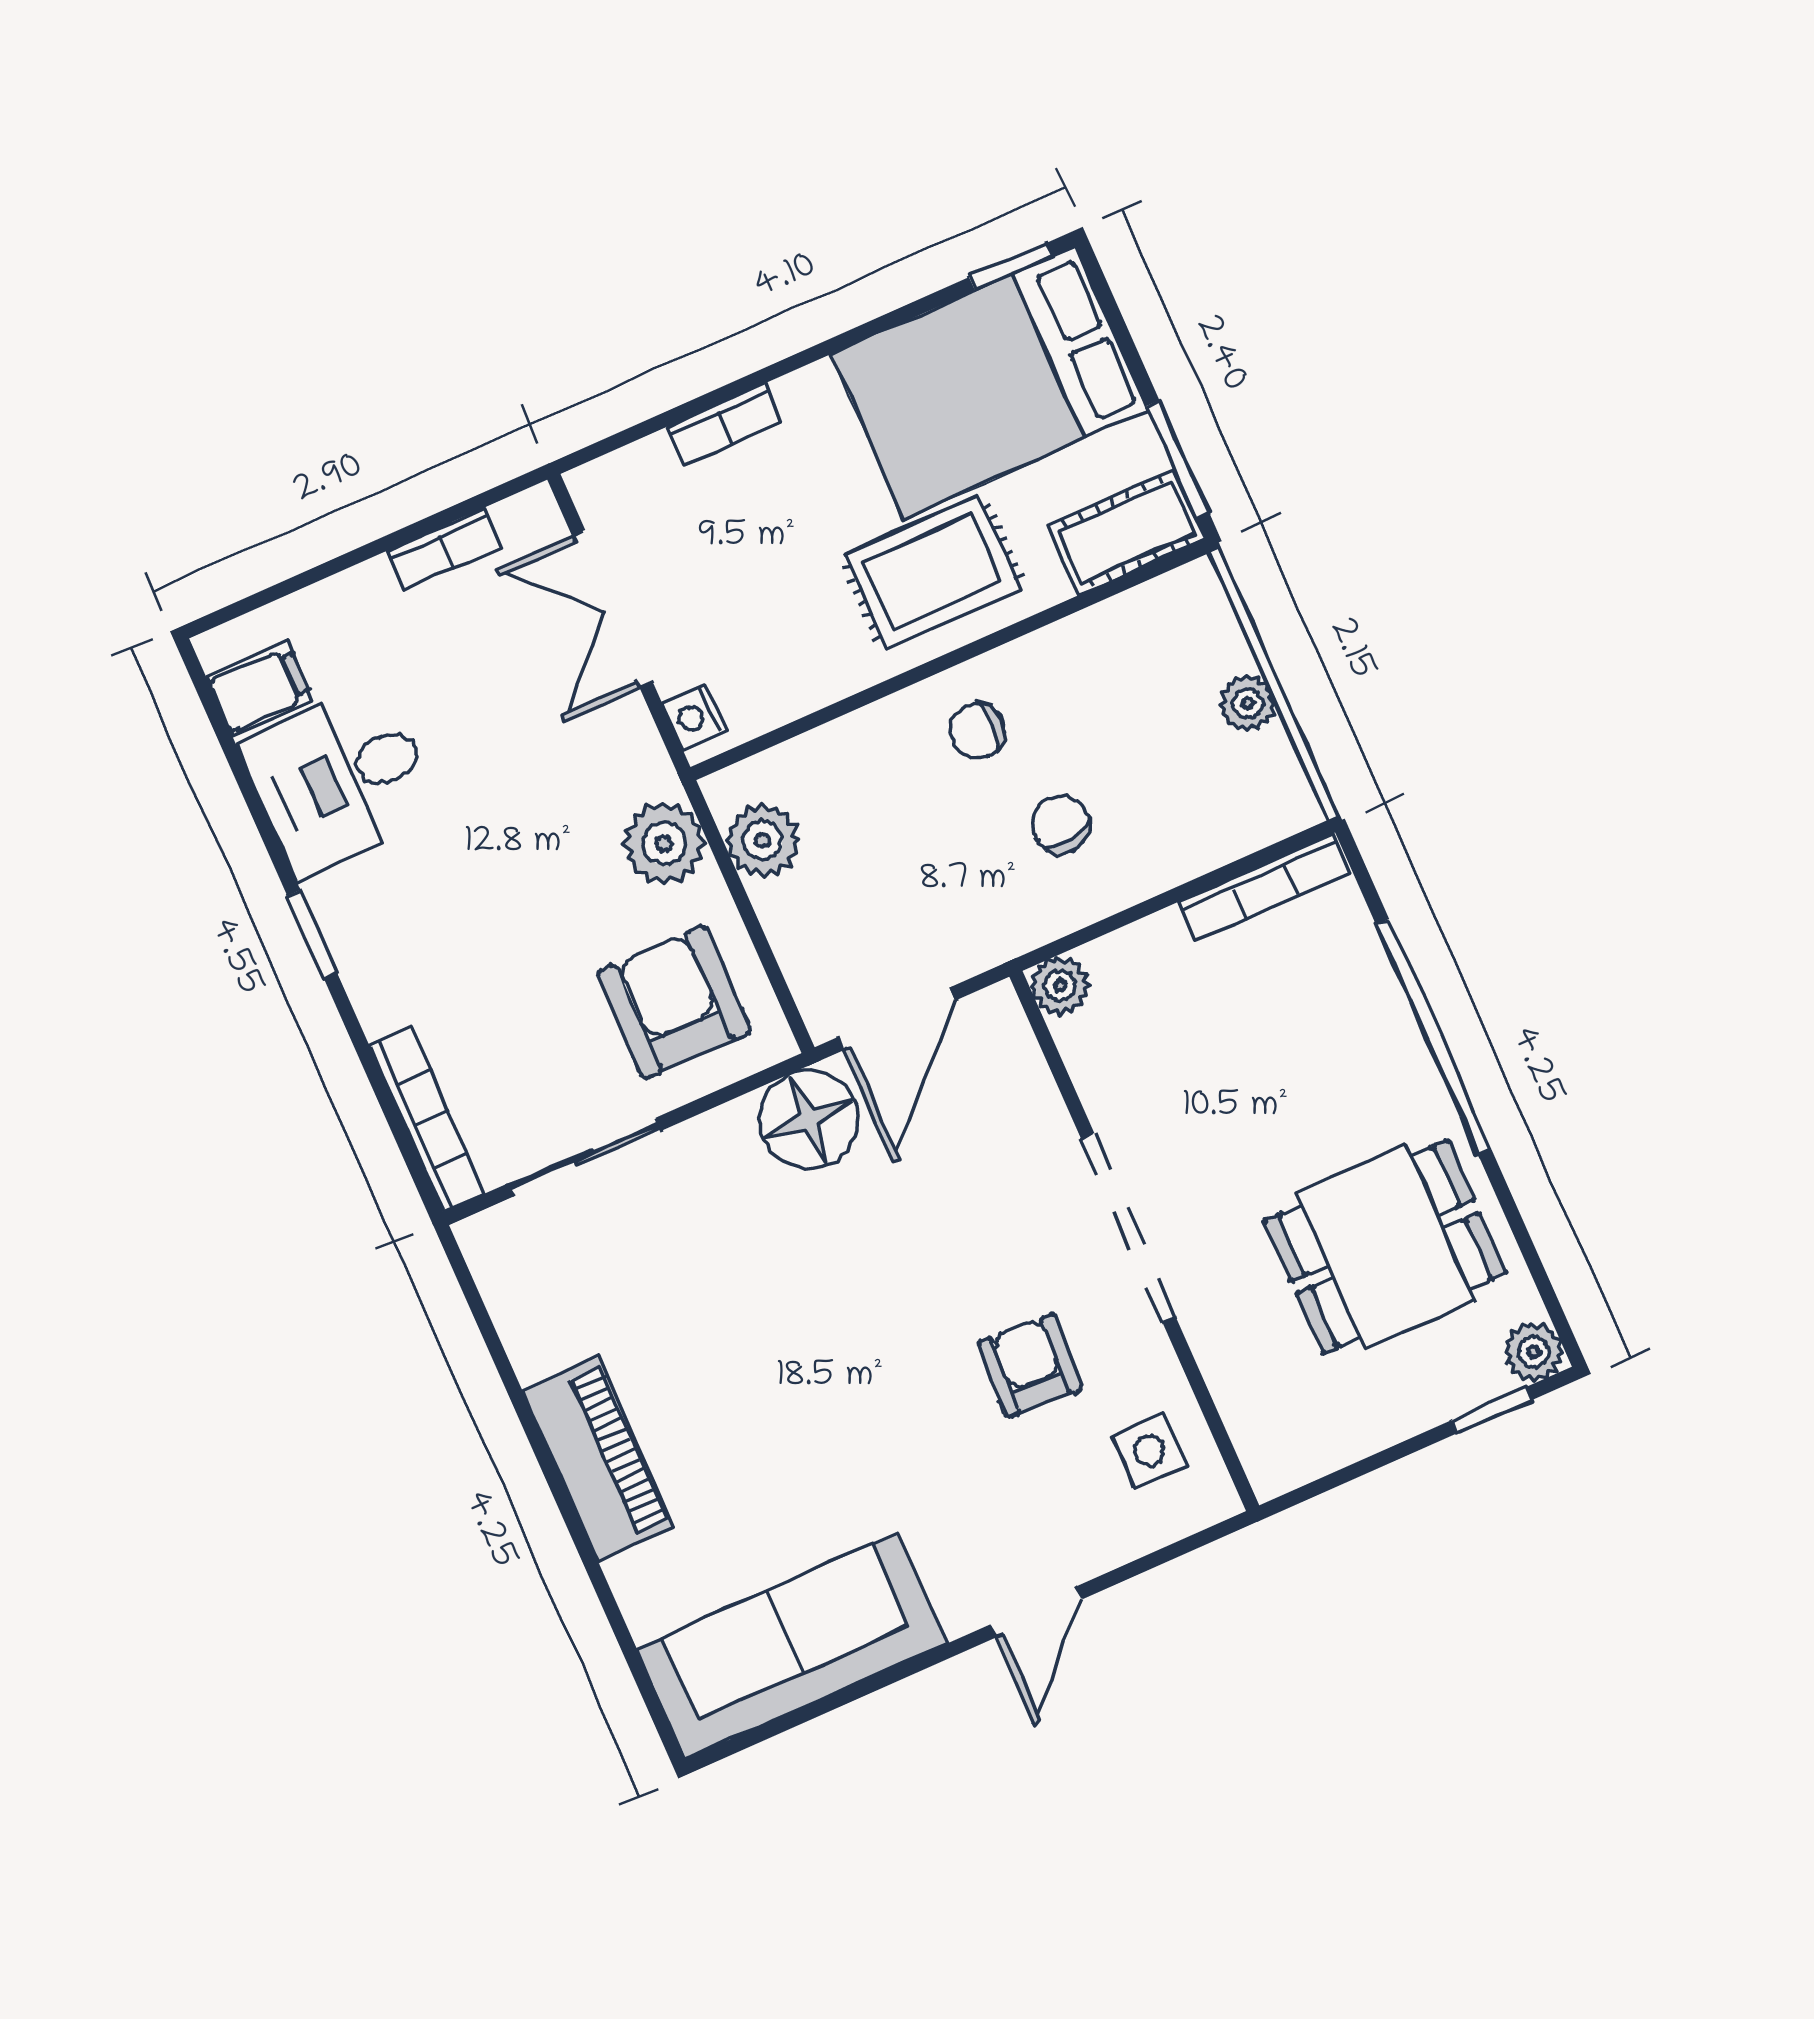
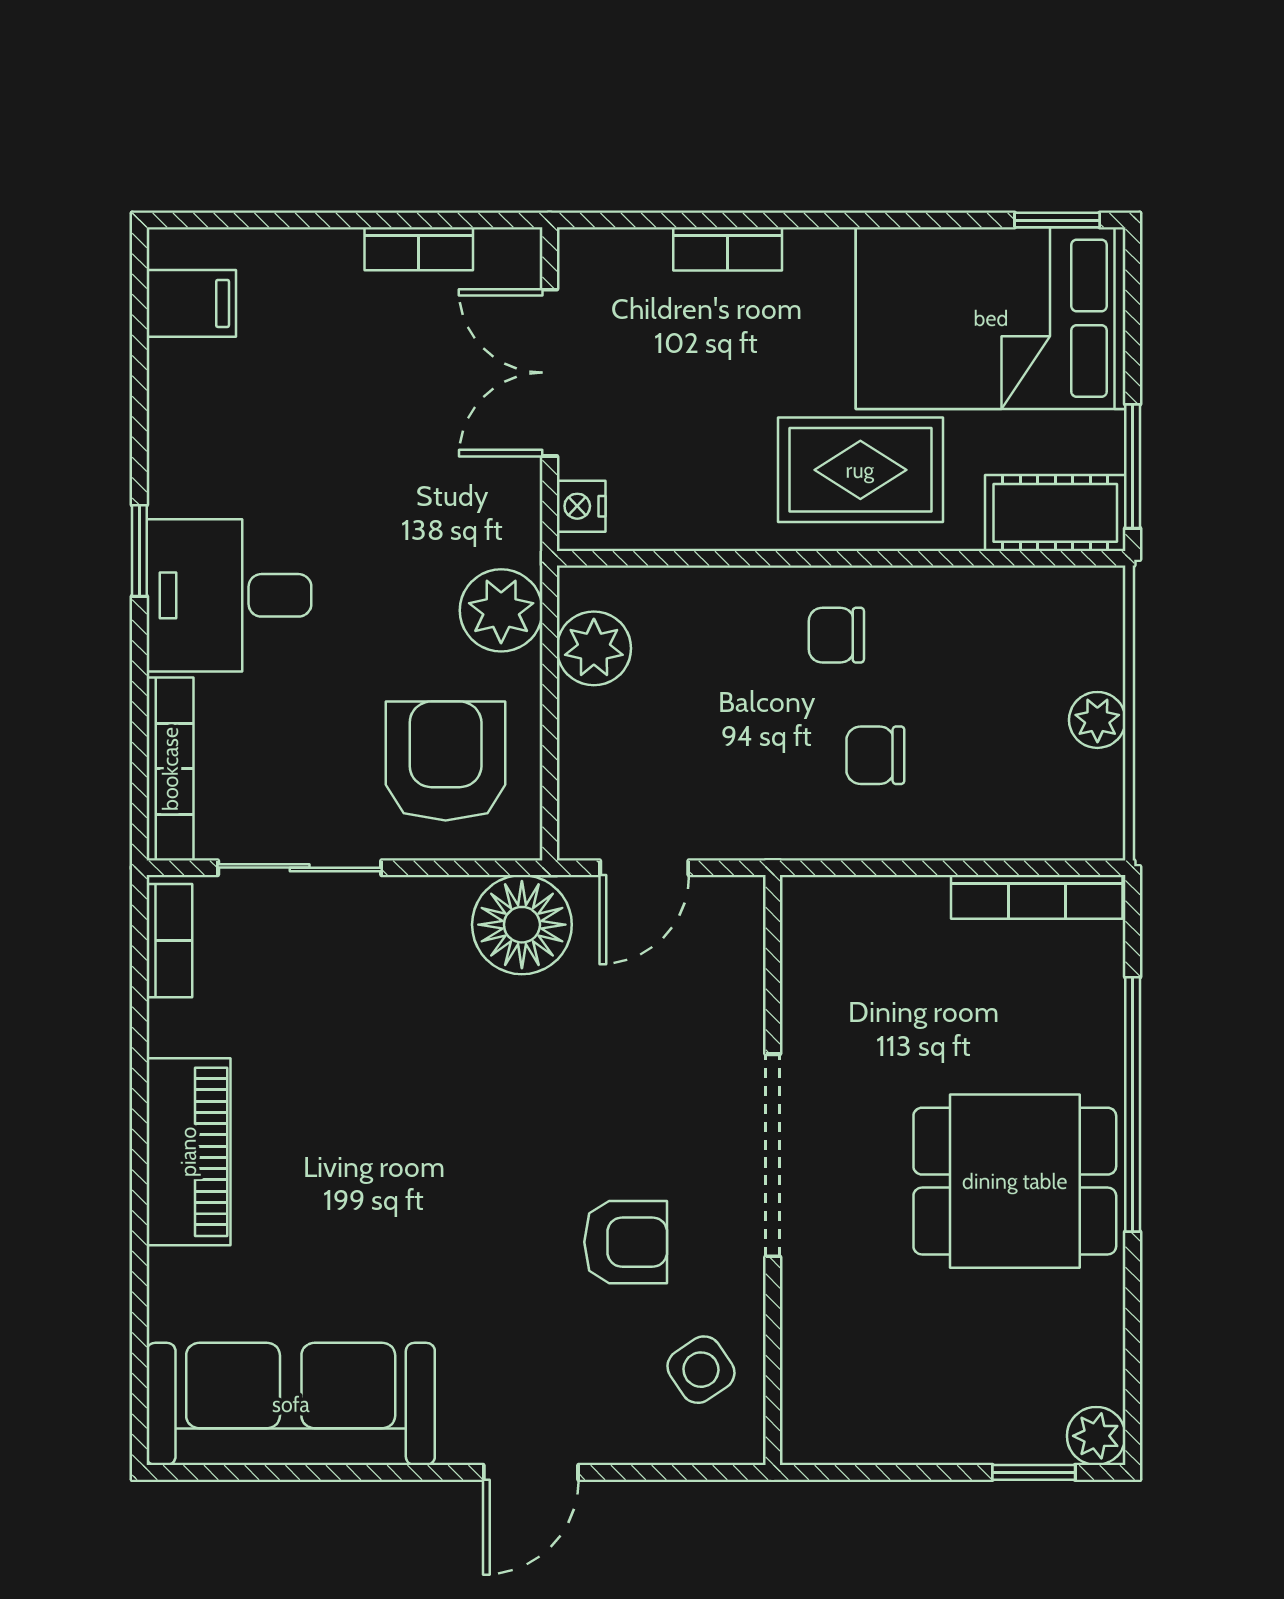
desk: (340, 779) -> (229, 595), moved
chair: (1061, 824) -> (875, 755), turned -79
plant: (1060, 985) -> (809, 904), removed
door: (897, 1019) -> (644, 868), width x0.73
dining table: (1385, 1247) -> (1015, 1181), moved
bookcase: (496, 1275) -> (169, 941), added
armchair: (1030, 1365) -> (626, 1242), turned 87
side table: (1149, 1451) -> (701, 1370), turned -34

